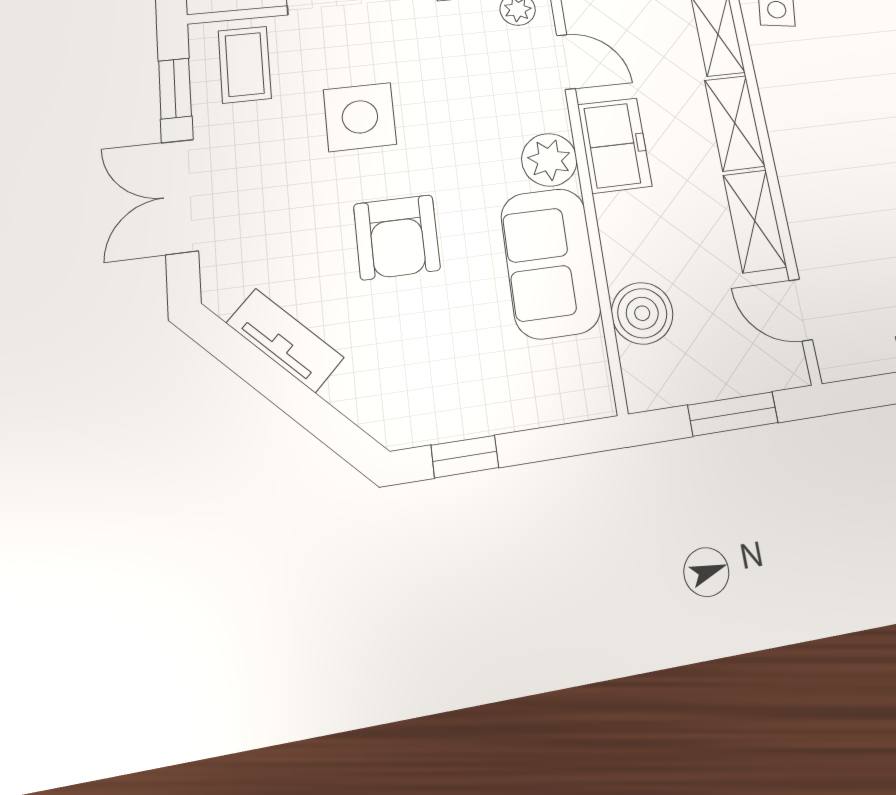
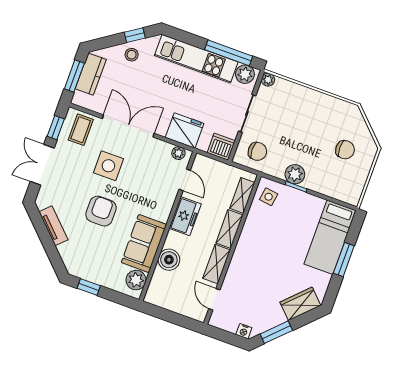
plant: (549, 160) -> (136, 280), moved
armchair: (397, 237) -> (101, 211), turned 180
boiler: (642, 313) -> (169, 260), moved
window: (733, 414) -> (174, 318), removed

